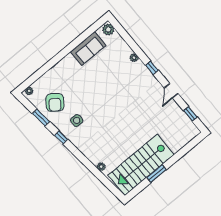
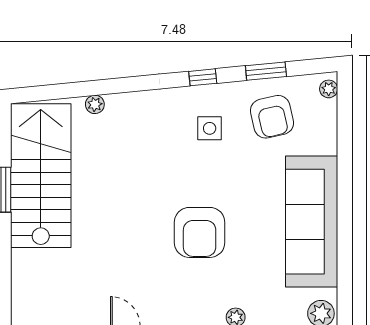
sofa: (88, 48) -> (312, 222), width x1.85, depth x1.27
armchair: (115, 94) -> (200, 232), added
armchair: (55, 102) -> (272, 117), turned -140

